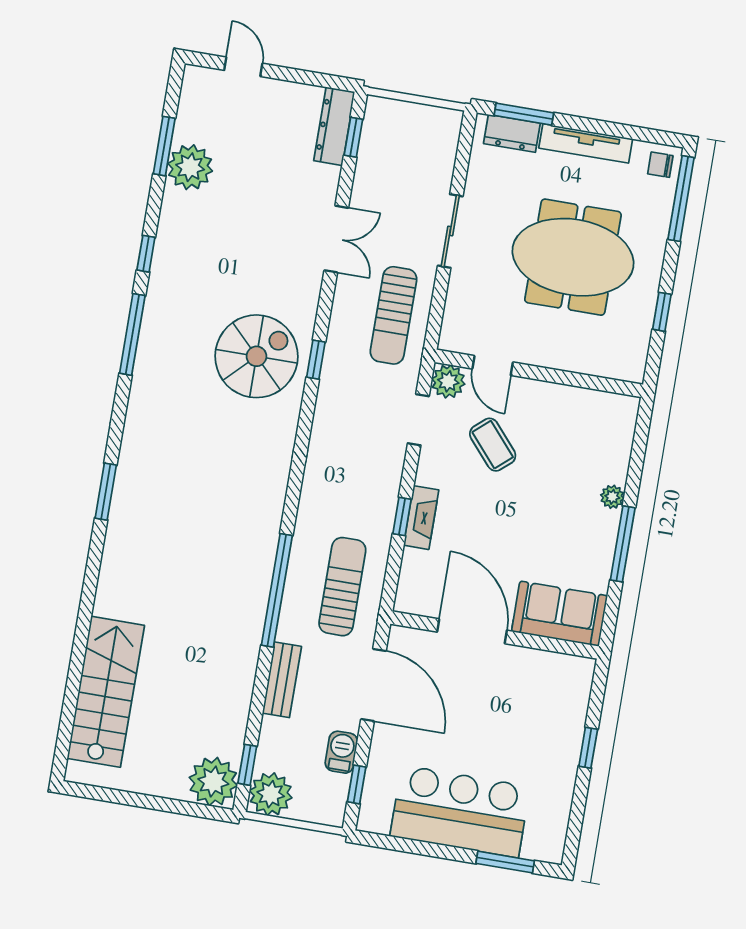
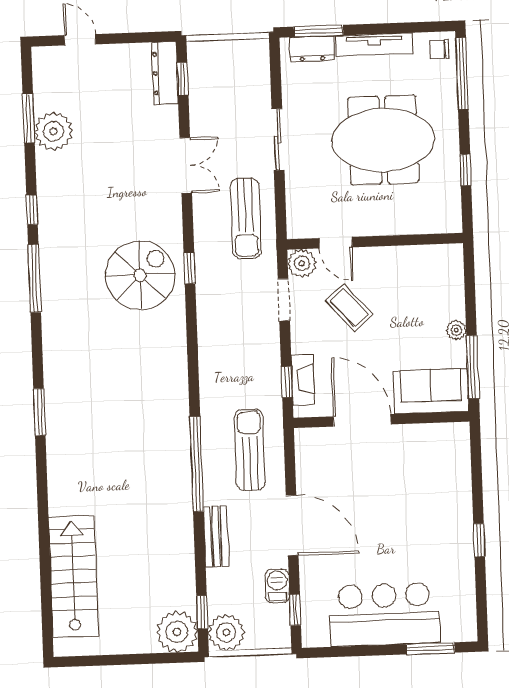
sofa: (560, 614) -> (431, 391), moved
door: (472, 631) -> (362, 420), moved
wall: (495, 635) -> (381, 420), moved

